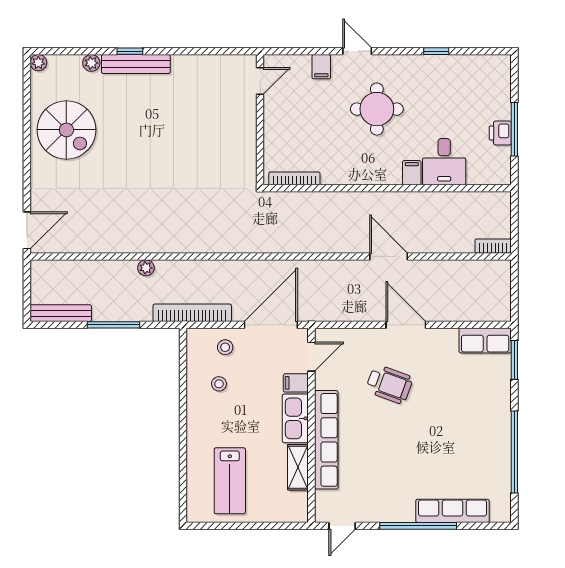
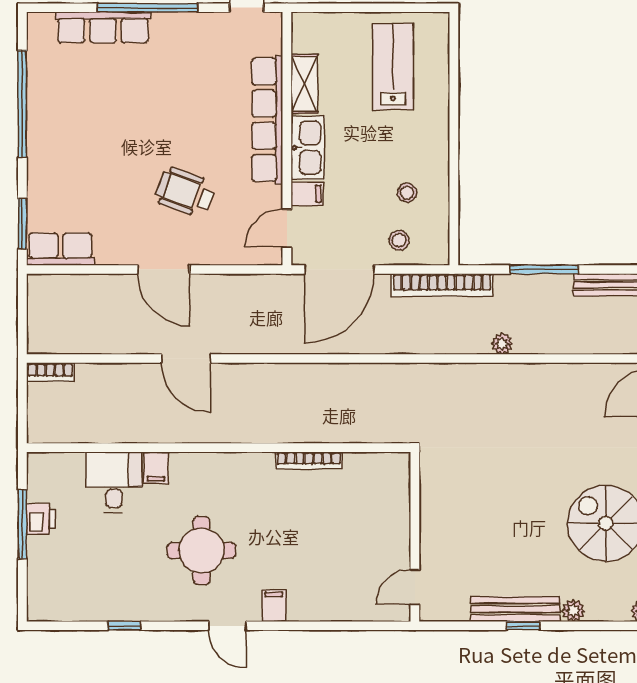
door: (260, 81) -> (415, 587), moved
wall: (260, 120) -> (415, 537), moved

